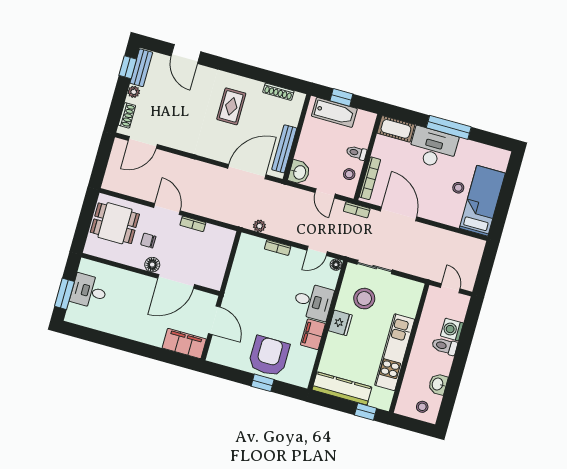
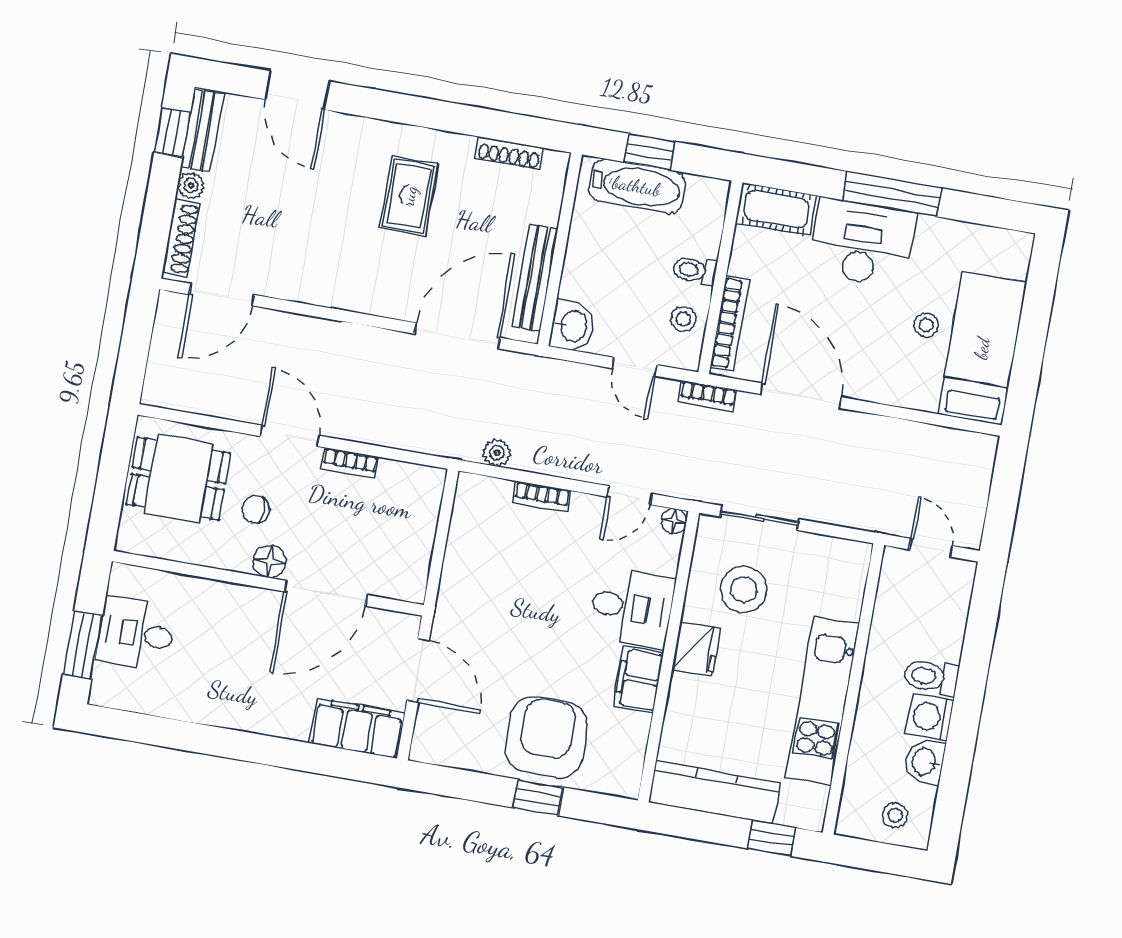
shoe rack: (127, 115) -> (181, 238), width x1.43
washing machine: (452, 330) -> (930, 717), moved

